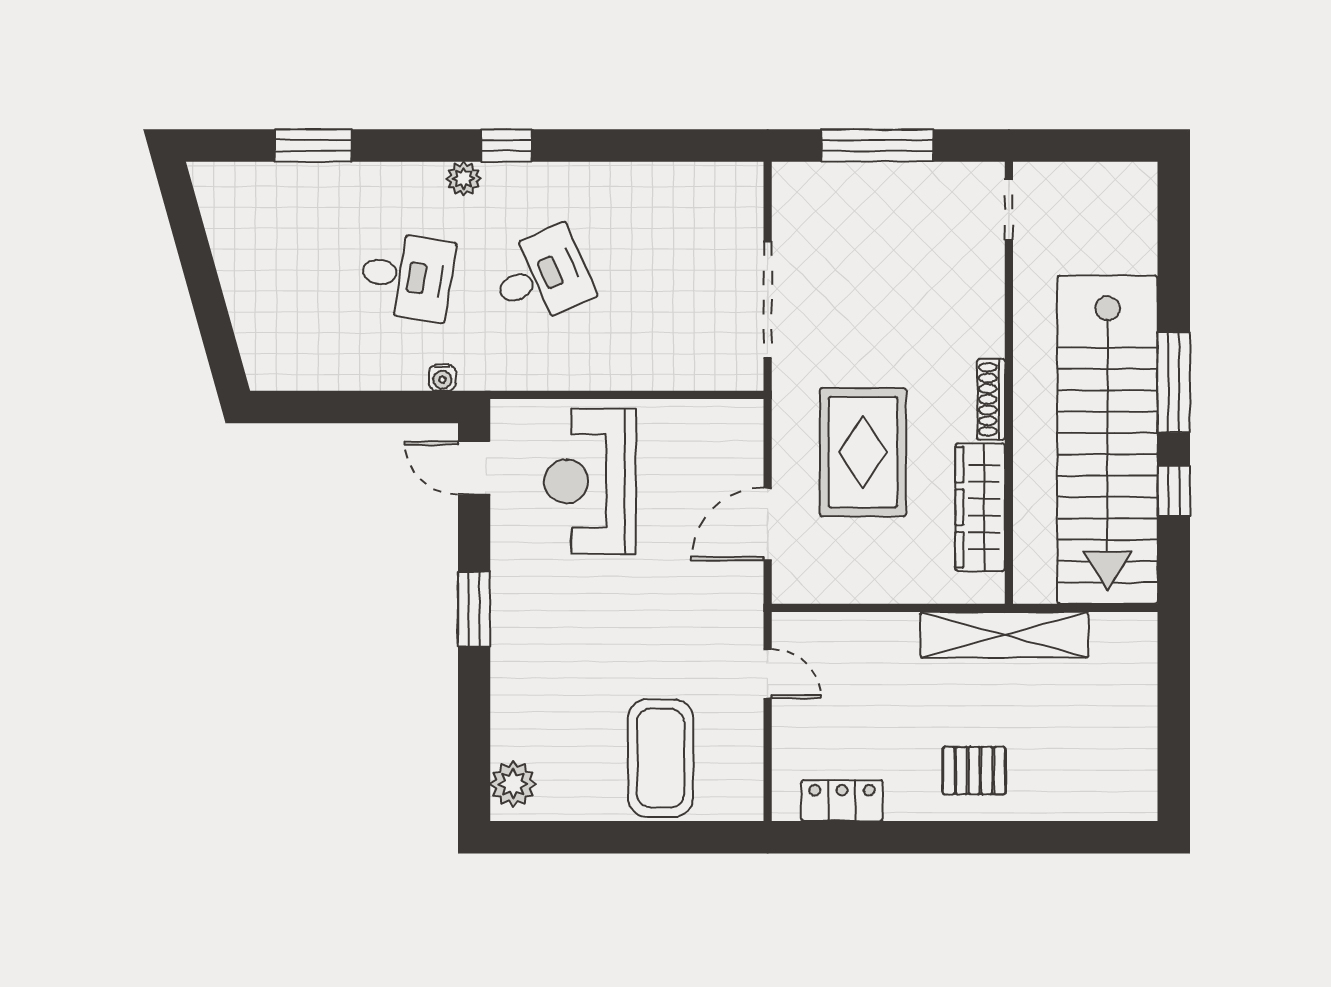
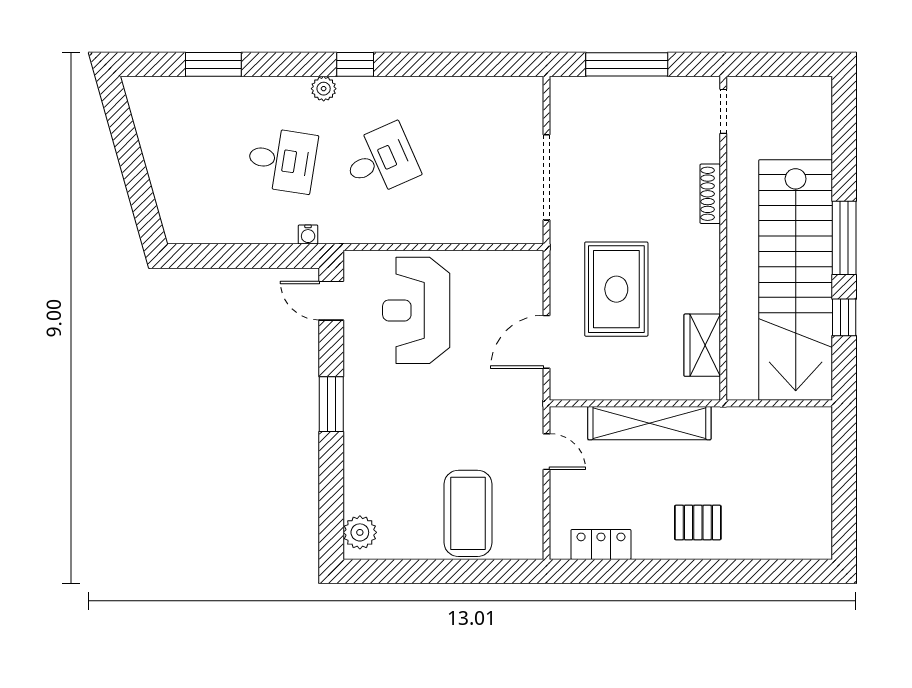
shoe rack: (991, 399) -> (710, 194), moved
wardrobe: (980, 507) -> (702, 345), width x0.67
shelving: (1004, 635) -> (649, 423), moved

